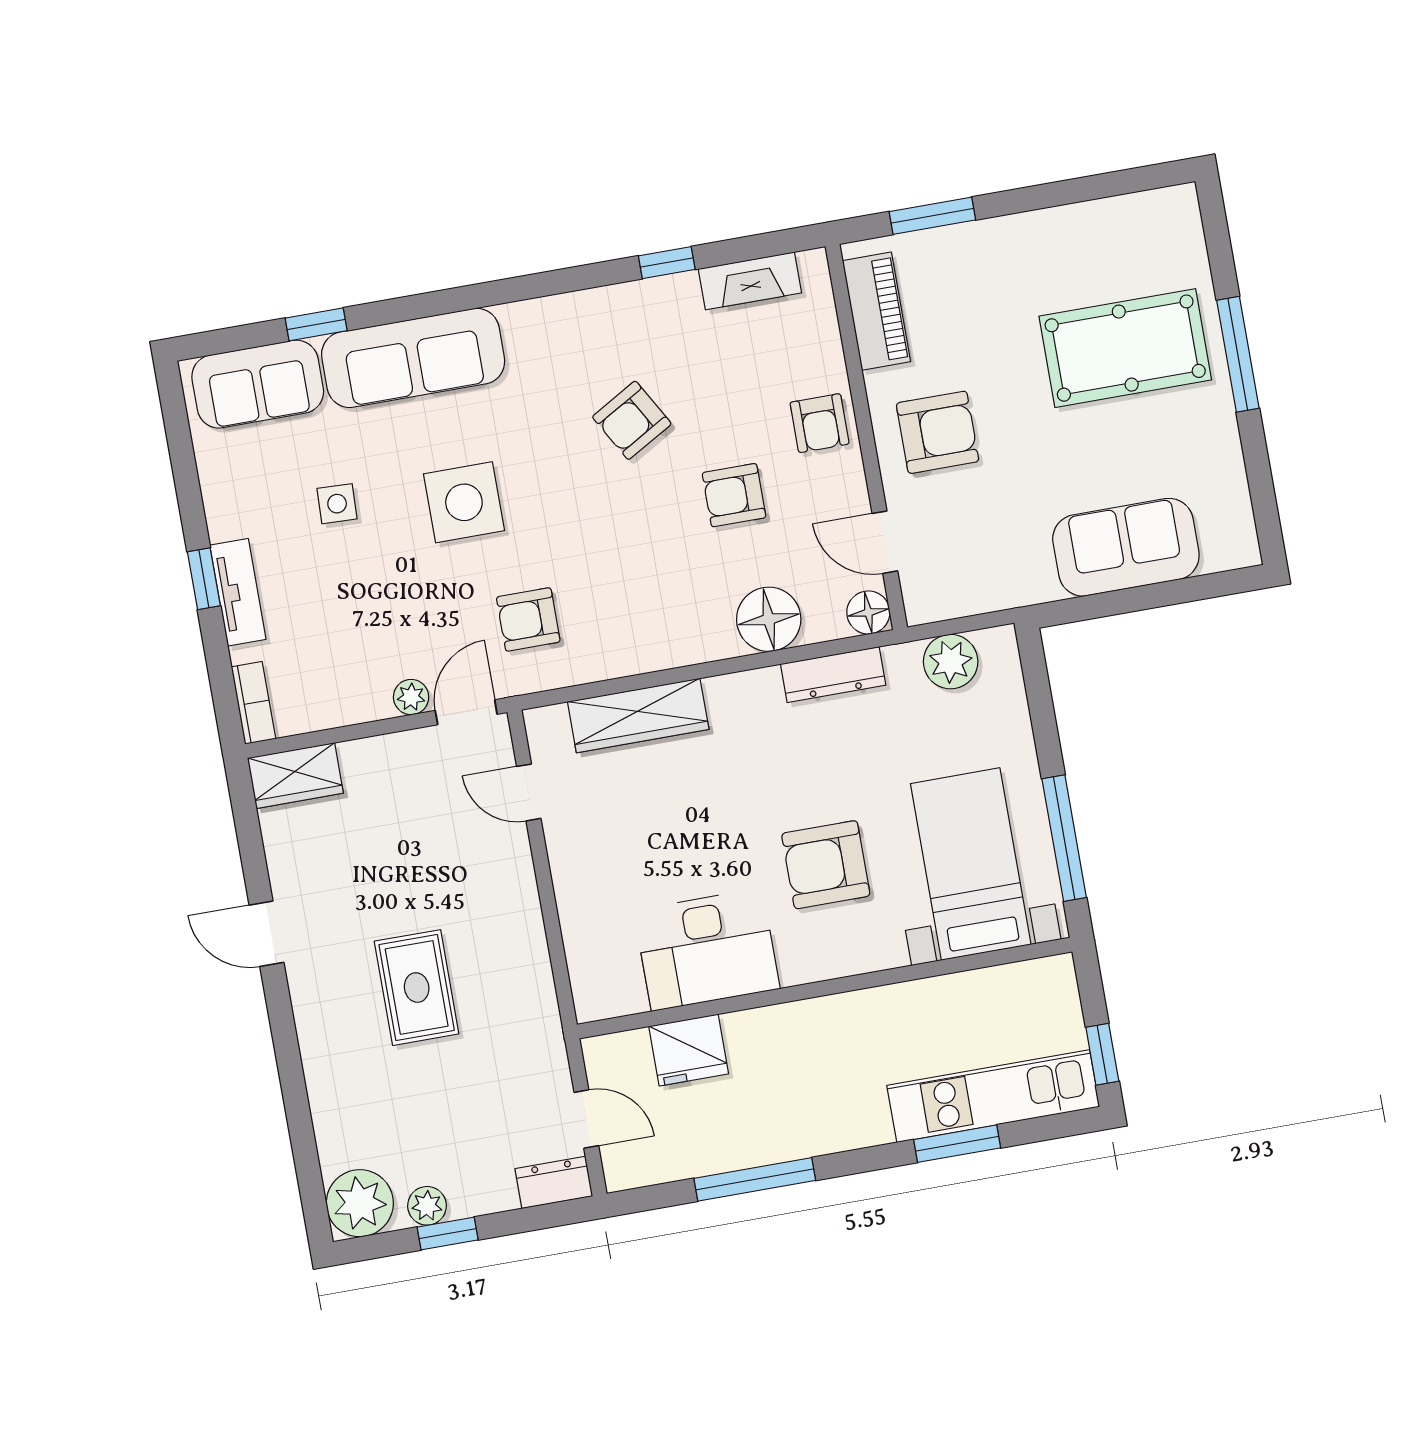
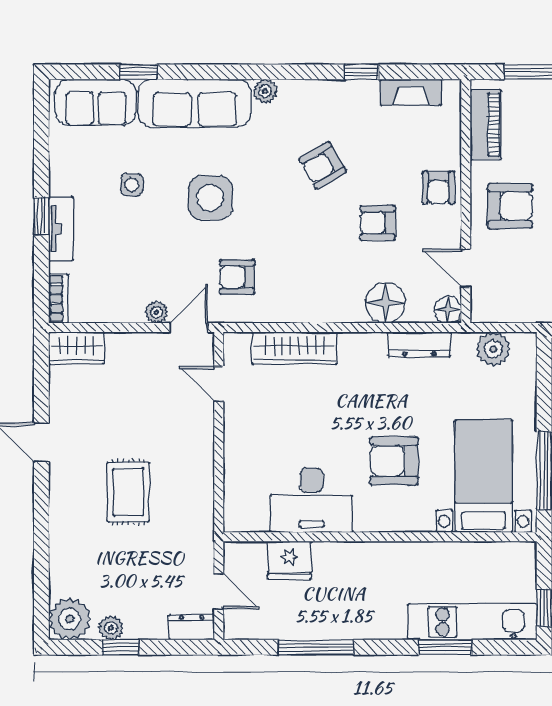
plant: (521, 319) -> (265, 91), added

